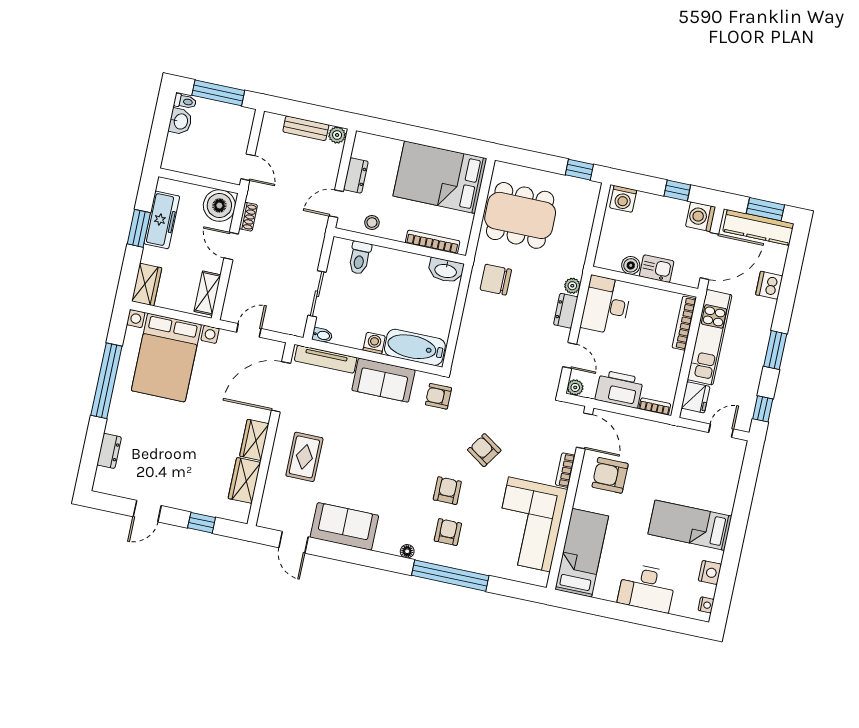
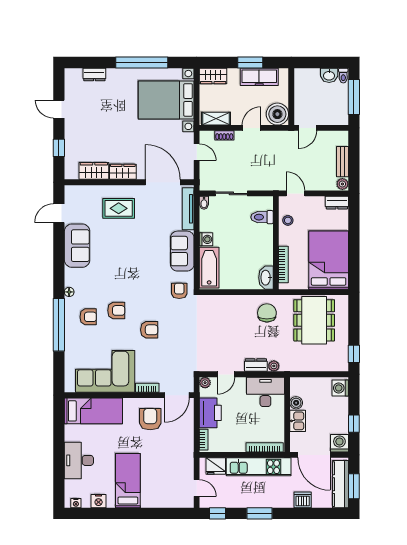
dresser: (356, 175) -> (337, 203), moved
shoe rack: (248, 217) -> (224, 135), moved
armchair: (484, 450) -> (149, 330), turned 56

